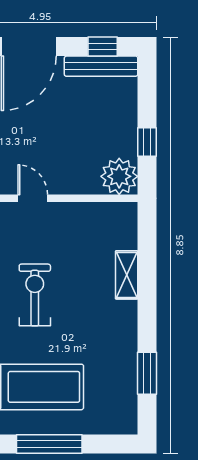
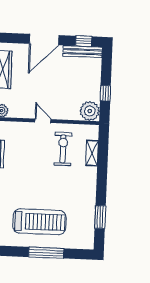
shelving: (127, 275) -> (92, 153), moved
exercise bike: (35, 295) -> (63, 149), moved

